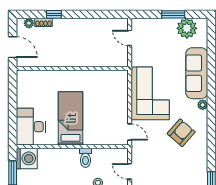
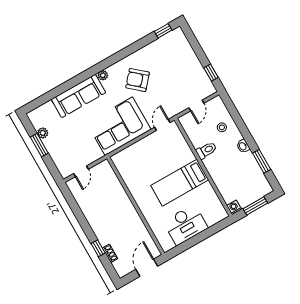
plant: (29, 23) -> (118, 266), removed
plant: (187, 28) -> (43, 133), width x0.53, depth x0.53
desk: (31, 127) -> (186, 225), moved
washing machine: (27, 158) -> (234, 207), width x0.53, depth x0.53

